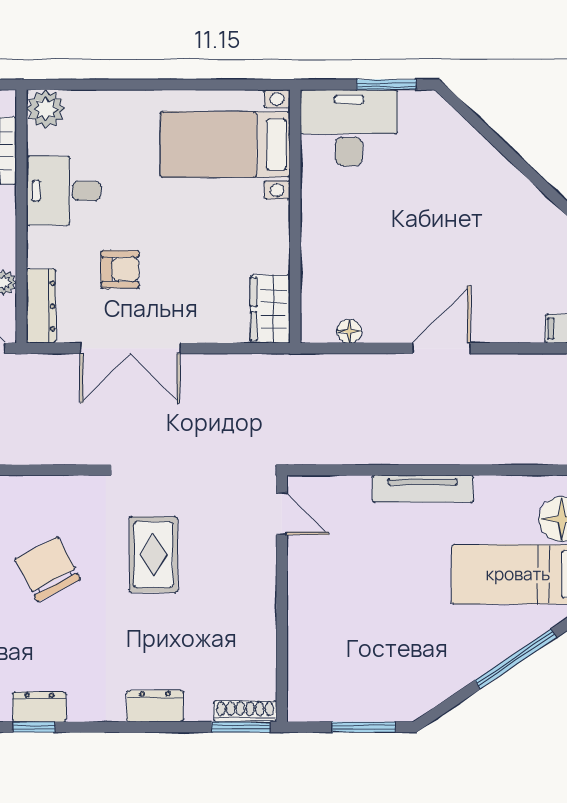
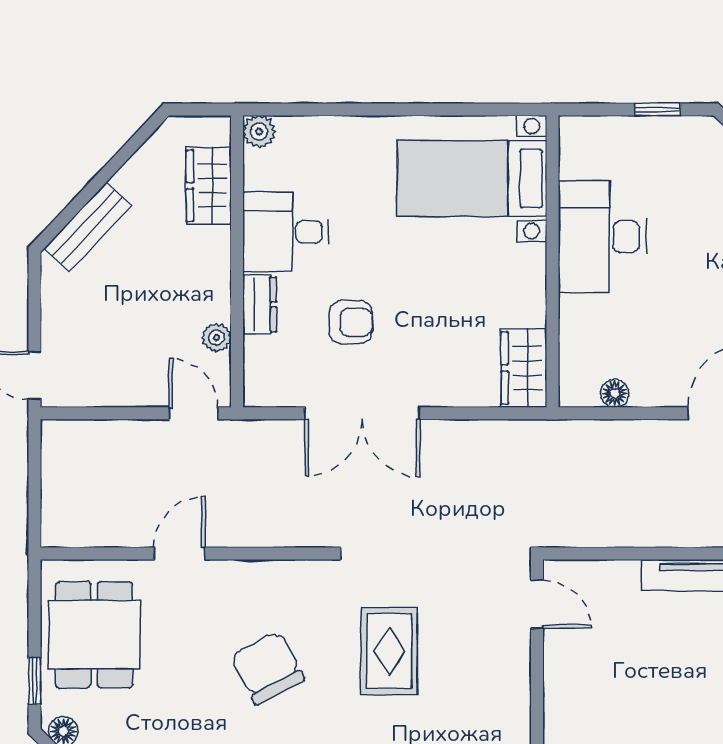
window: (386, 85) -> (658, 109), width x0.67
plant: (46, 109) -> (259, 131), width x0.73, depth x0.73
desk: (349, 128) -> (602, 237), moved, turned -90
dresser: (41, 306) -> (260, 304), moved, width x0.70

